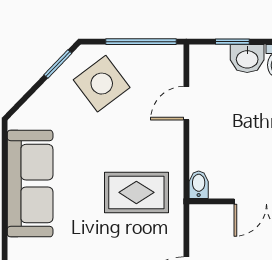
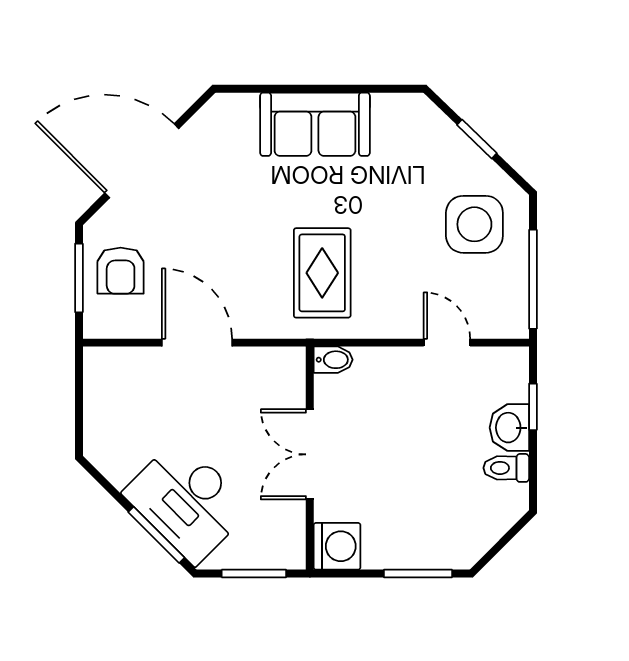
window: (58, 64) -> (477, 139), moved
side table: (102, 84) -> (474, 224), turned 37
sofa: (30, 184) -> (315, 124), width x0.73

